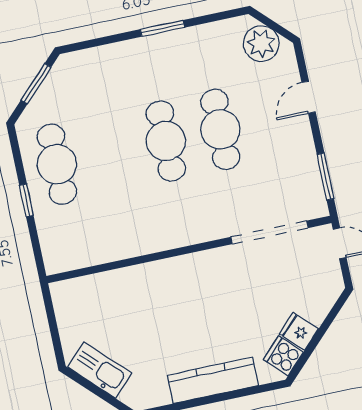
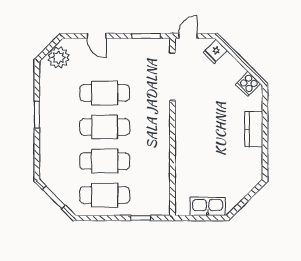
cafe table: (111, 153) -> (105, 161), added
window: (26, 200) -> (141, 218), moved
fridge: (299, 331) -> (215, 51), moved
kitchen sink: (100, 370) -> (208, 206), moved, turned 45
kitchen counter: (213, 380) -> (254, 129), width x0.67

